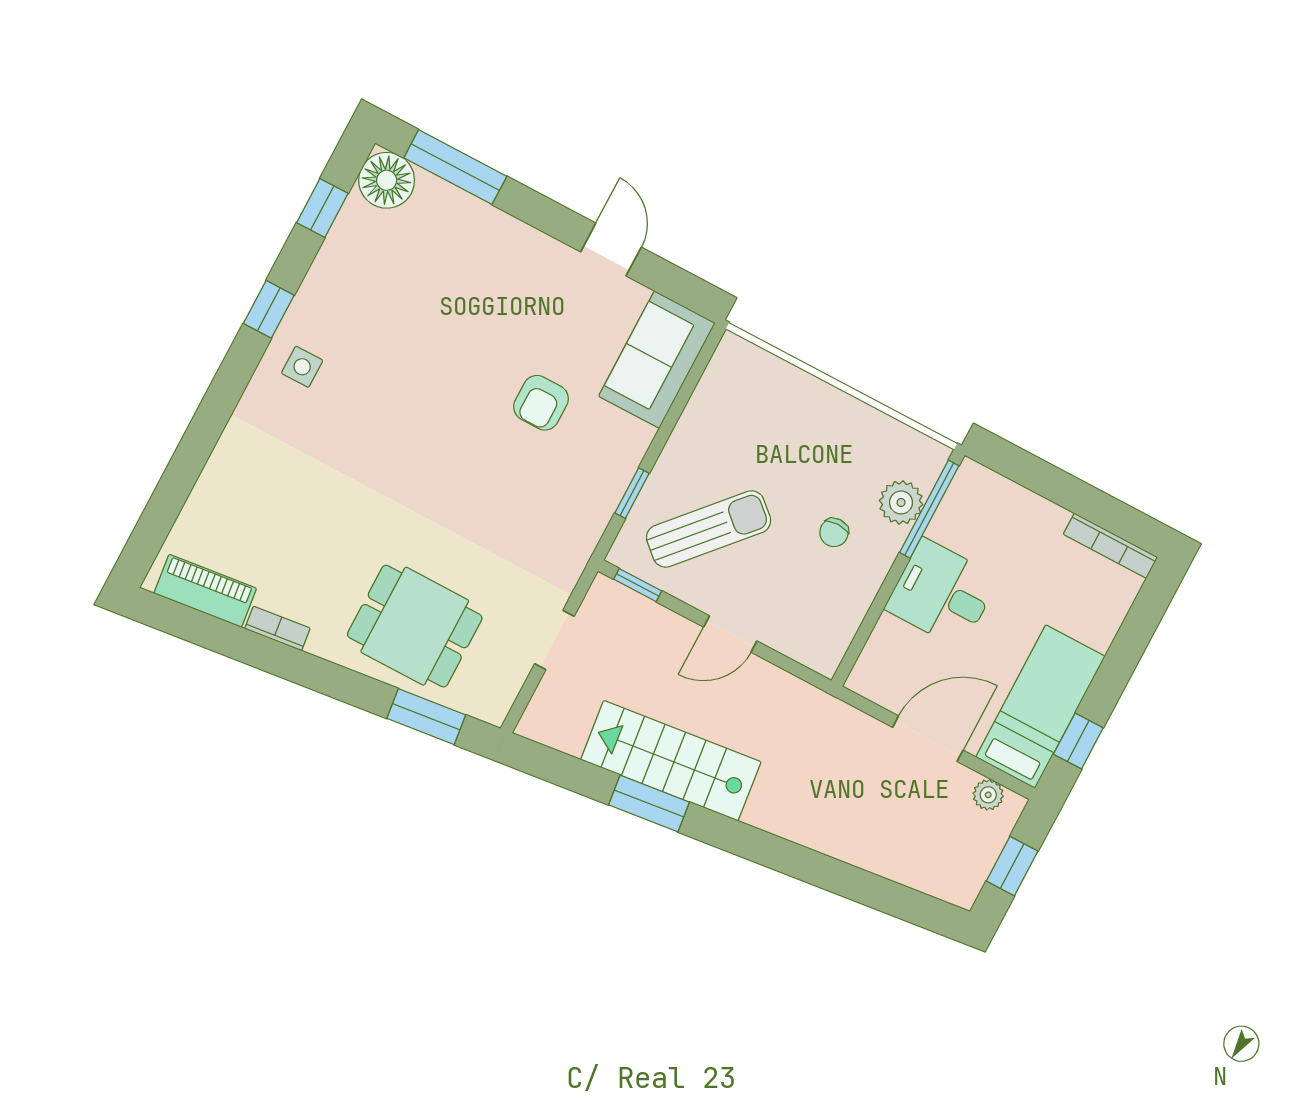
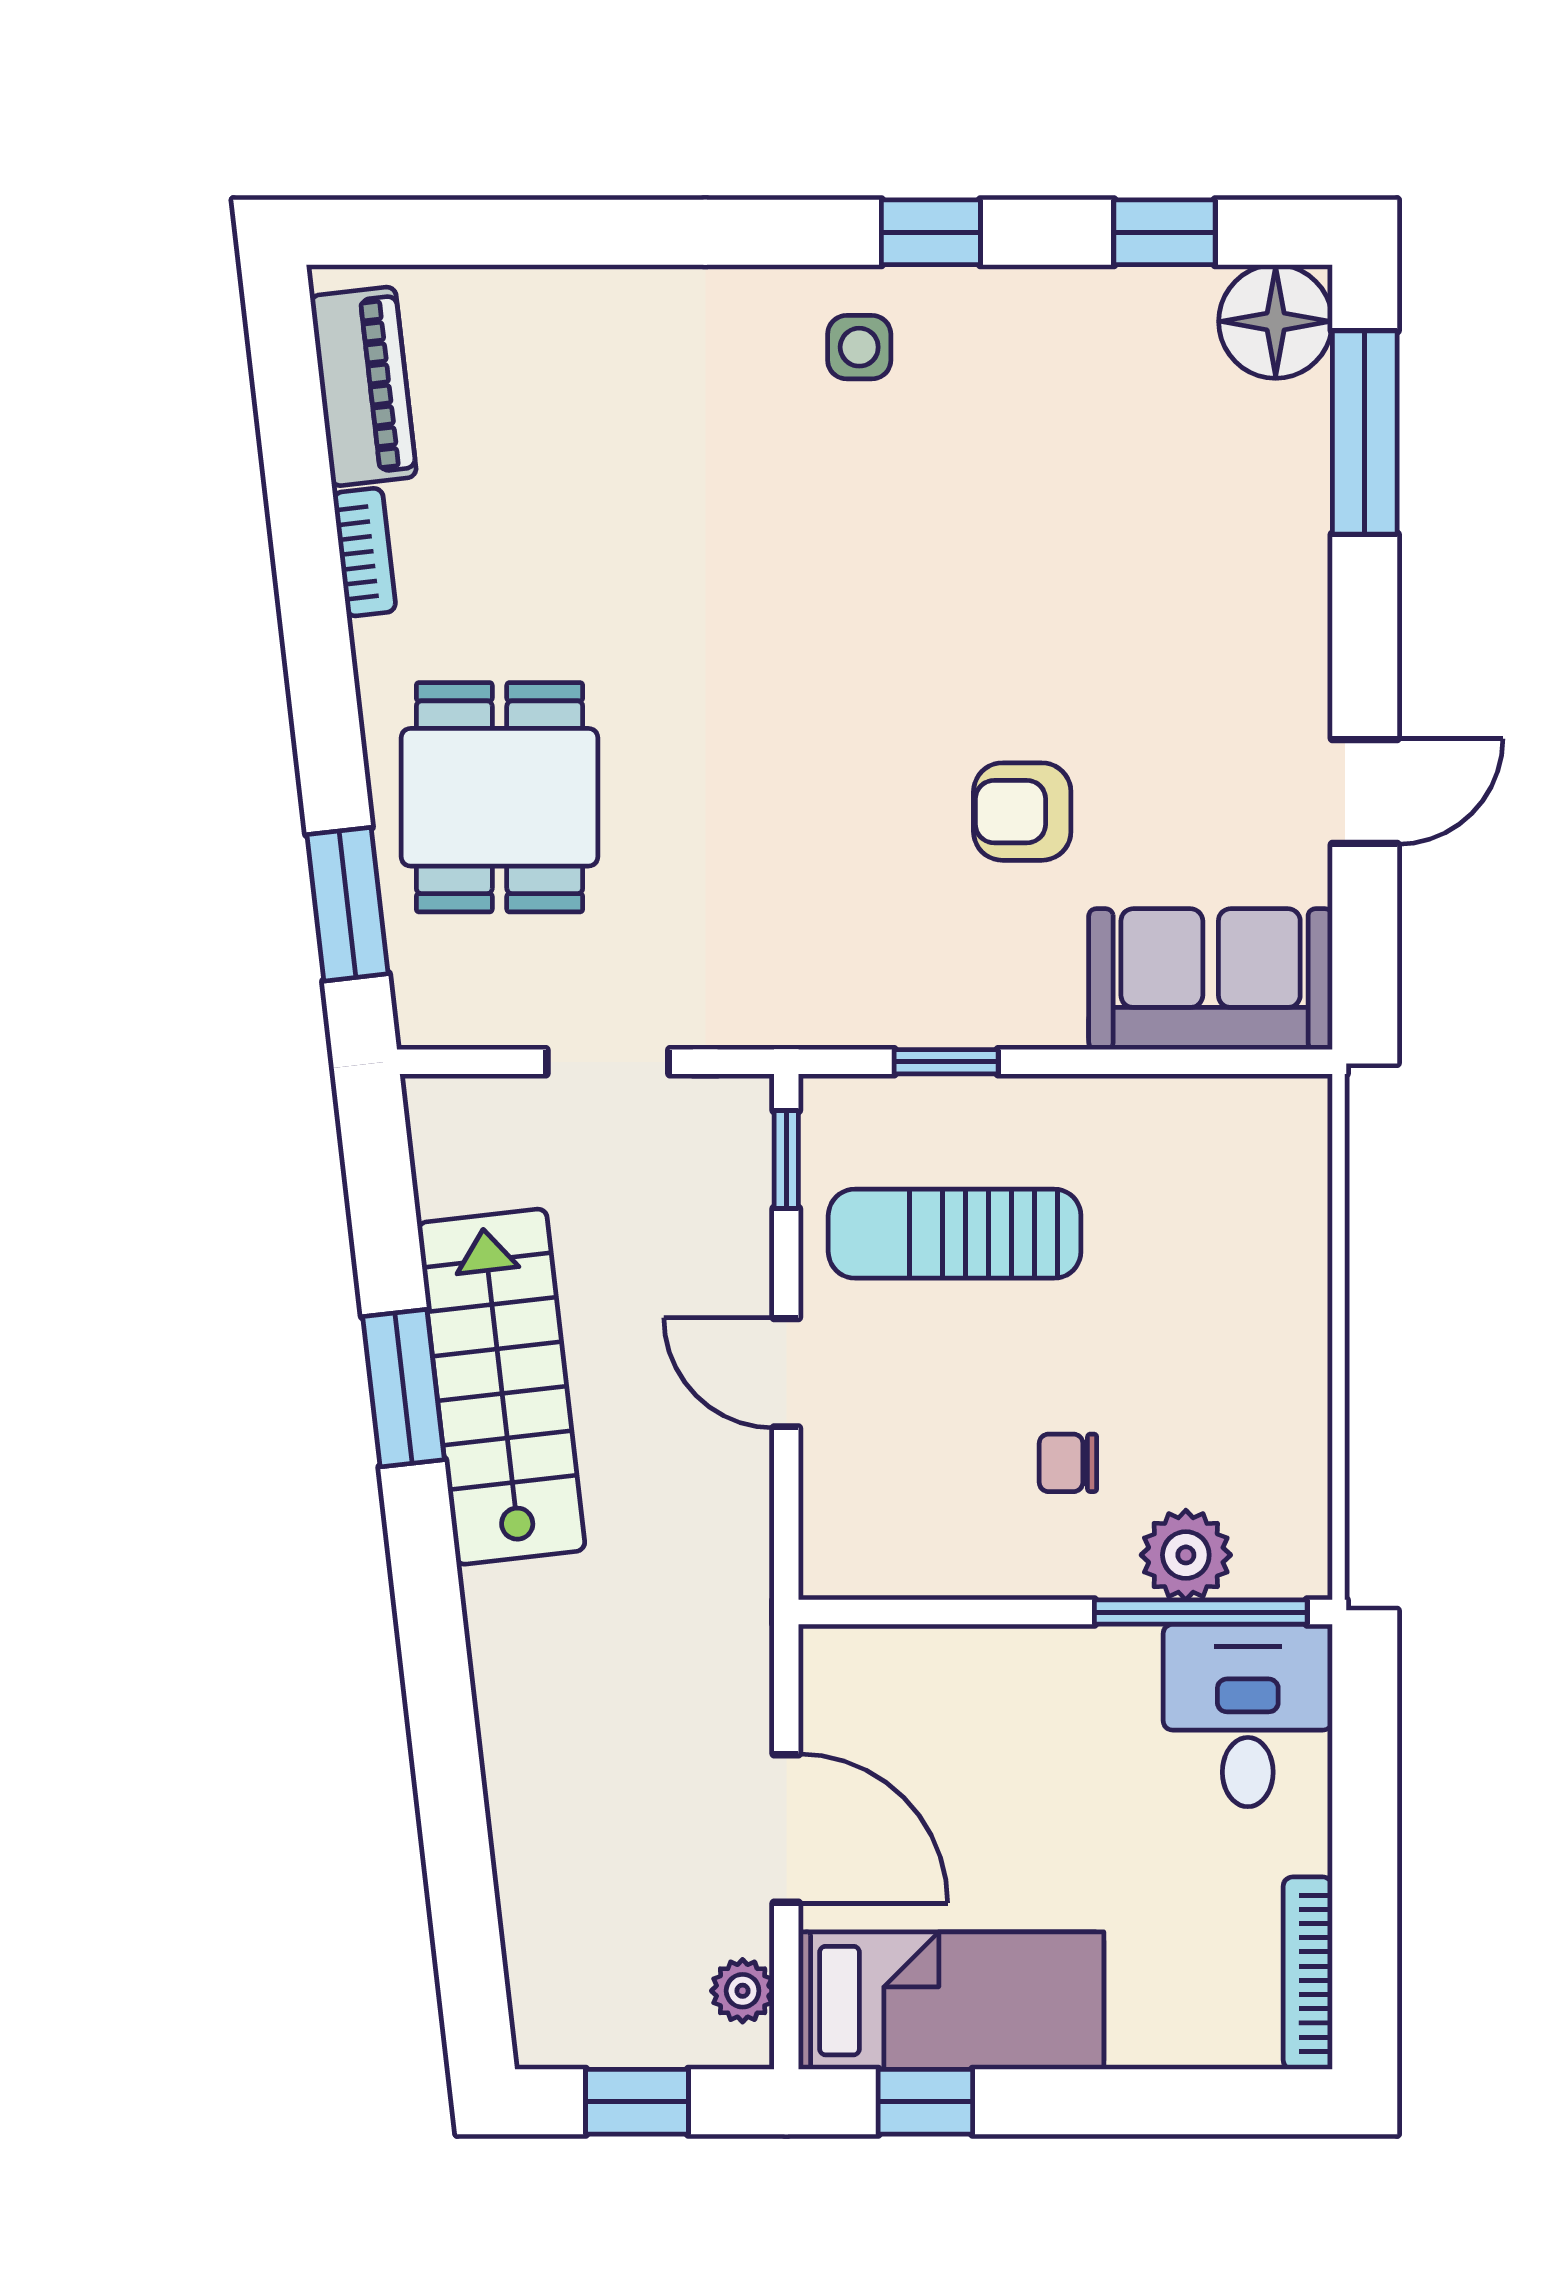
sun lounger: (709, 529) -> (955, 1234), turned 138
desk: (942, 593) -> (1248, 1715), moved

